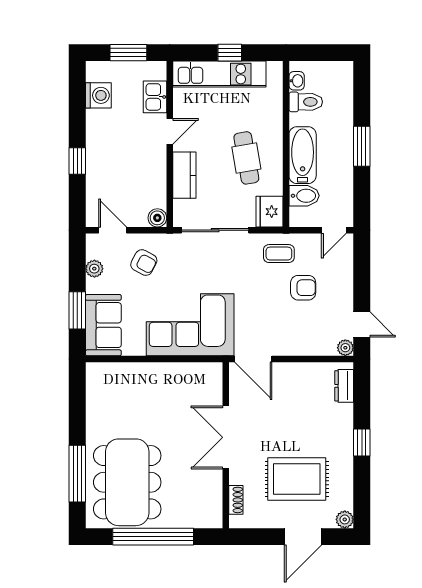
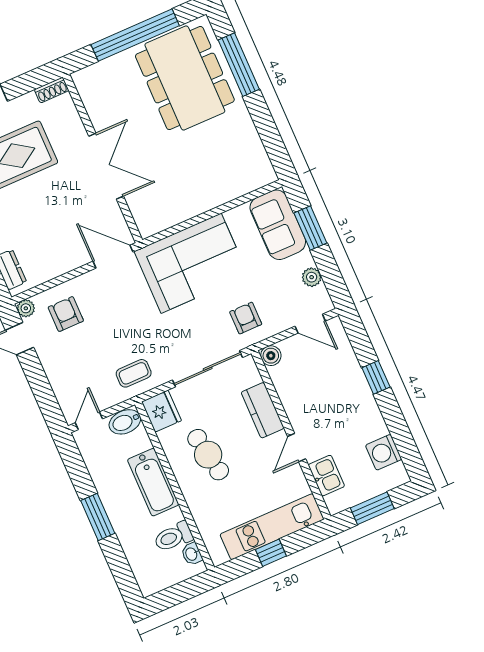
bidet: (304, 196) -> (125, 422), moved
armchair: (144, 263) -> (246, 318), moved, turned 62
armchair: (303, 288) -> (66, 314), moved, turned 90
shoe rack: (236, 500) -> (52, 90), moved, turned -90

